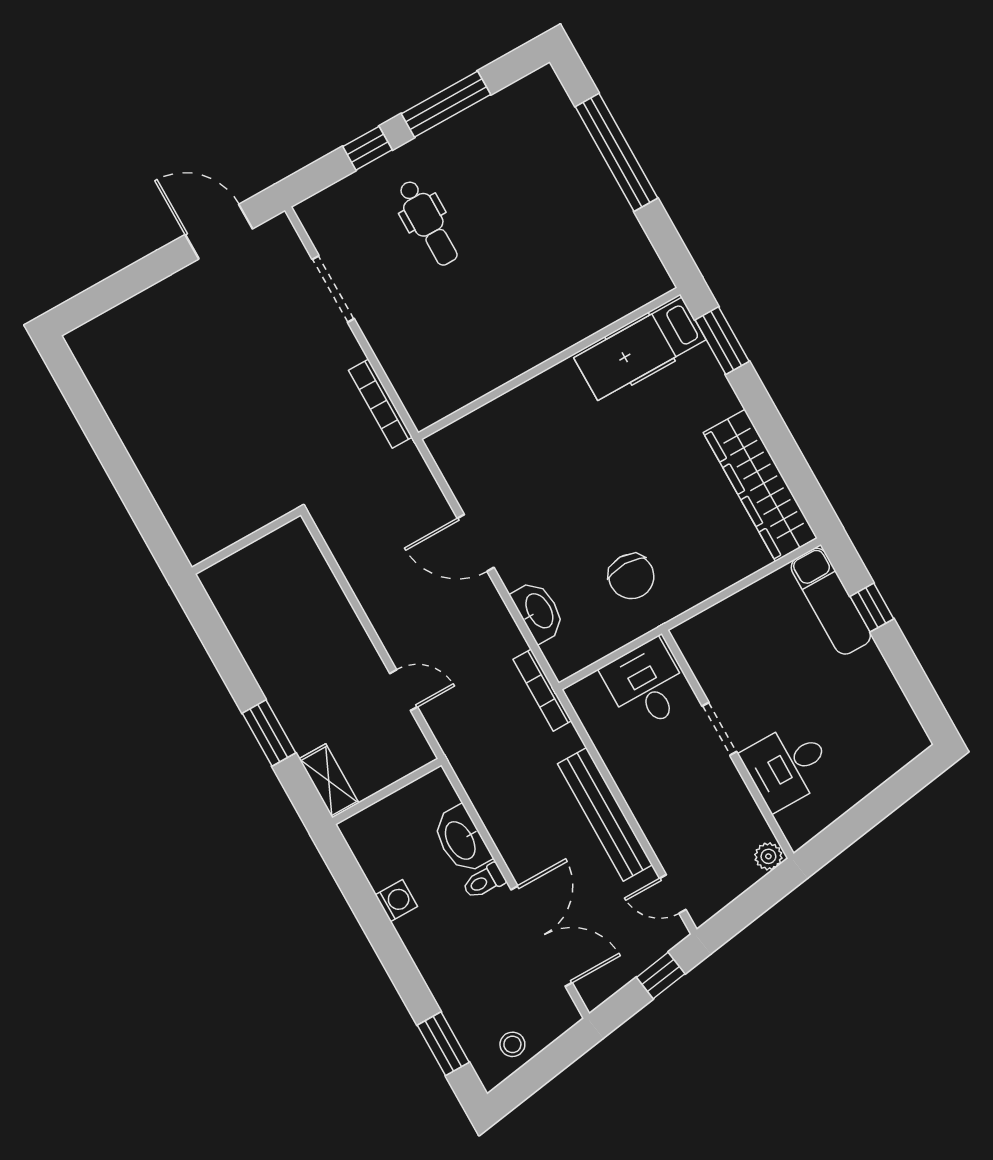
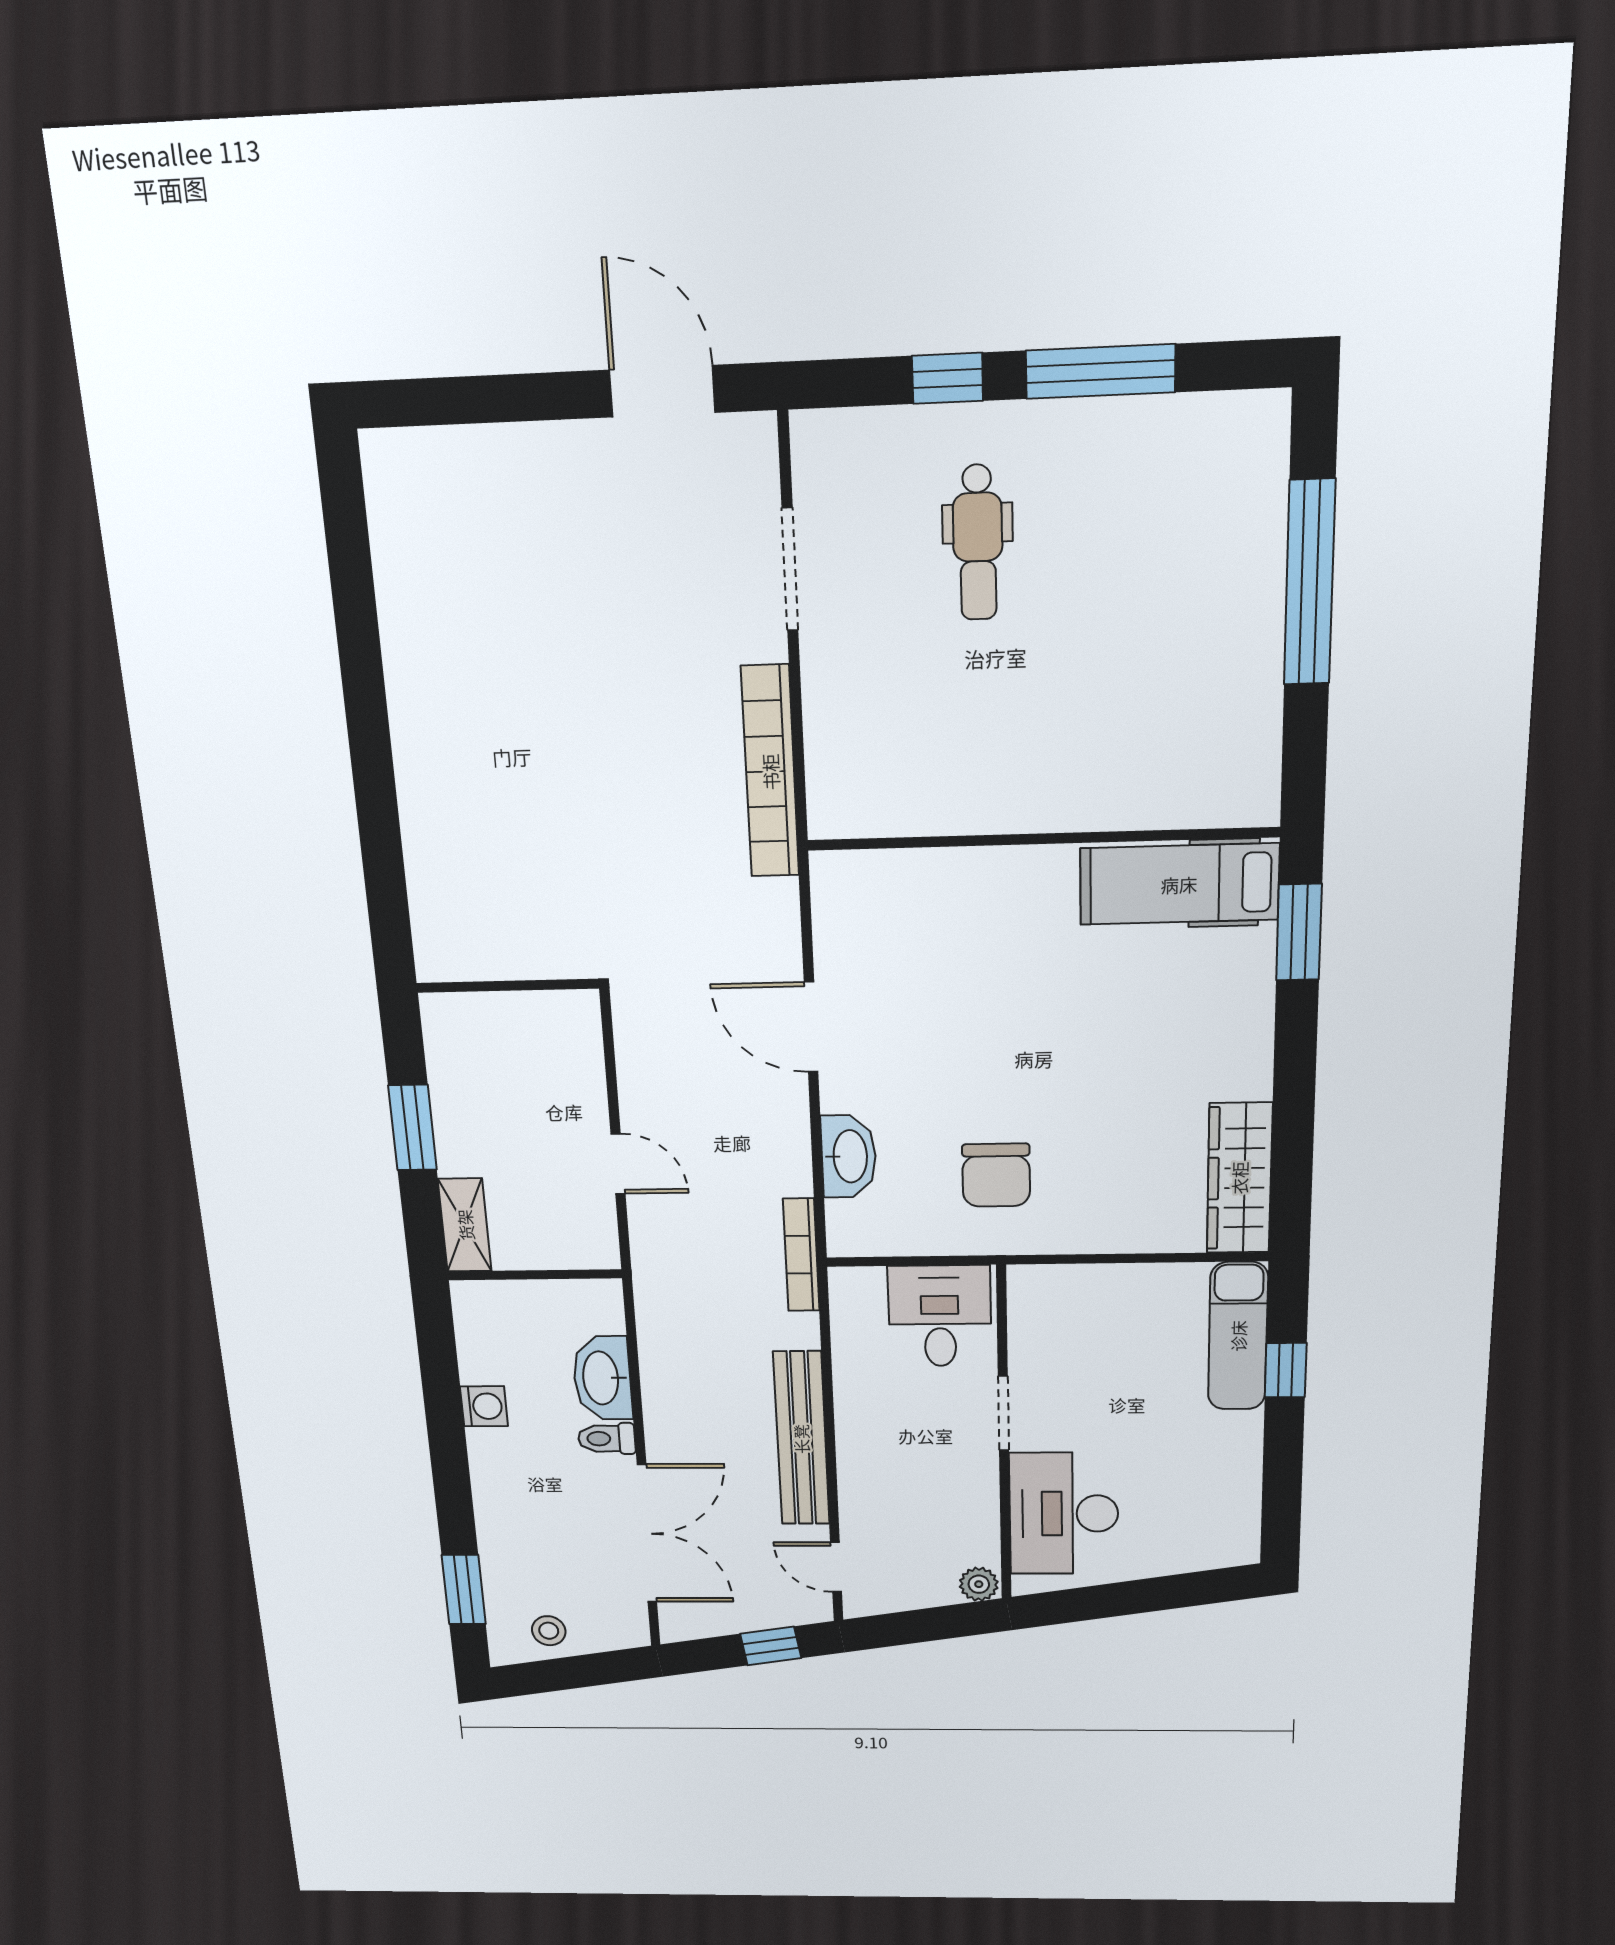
bookcase: (380, 404) -> (770, 772), width x1.48, depth x1.31
wardrobe: (760, 485) -> (1239, 1178), width x0.71, depth x0.85
wall: (246, 541) -> (508, 986), moved
desk: (787, 766) -> (1064, 1514), width x1.37

